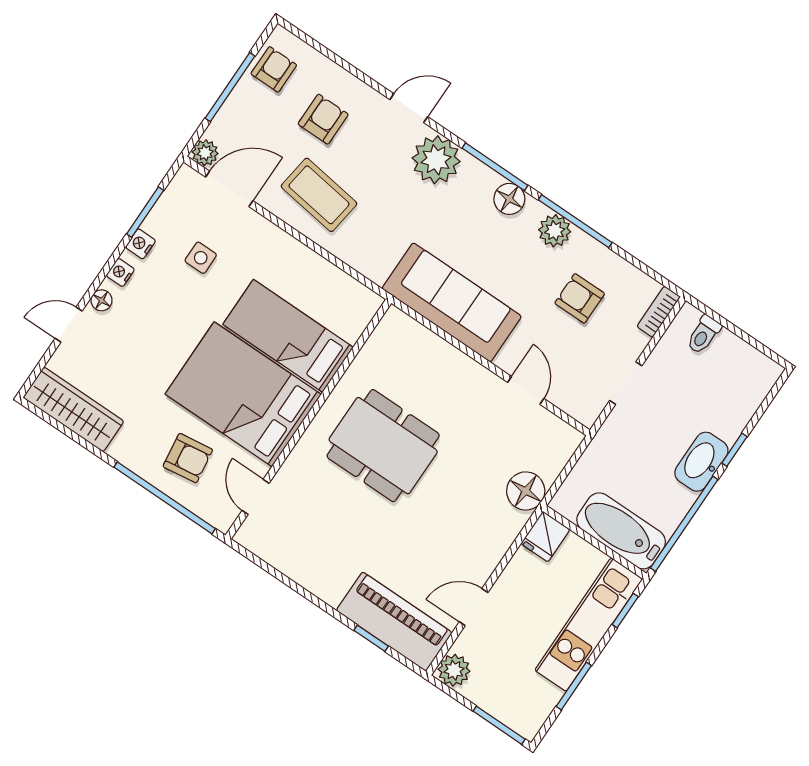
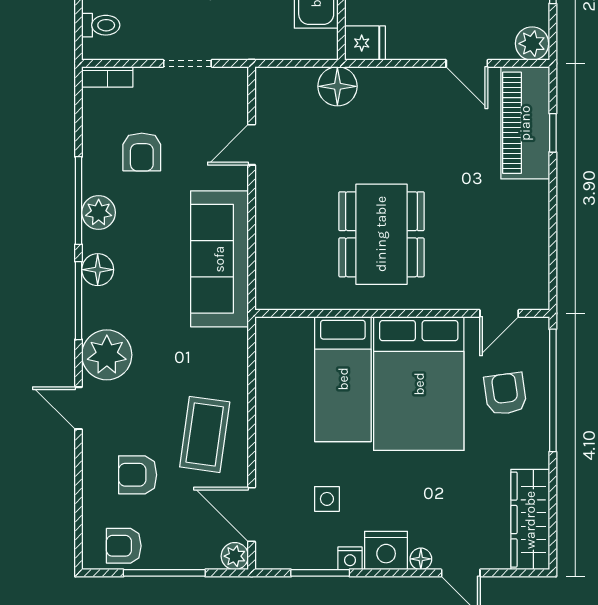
nightstand: (120, 272) -> (386, 551), width x1.89, depth x1.79

